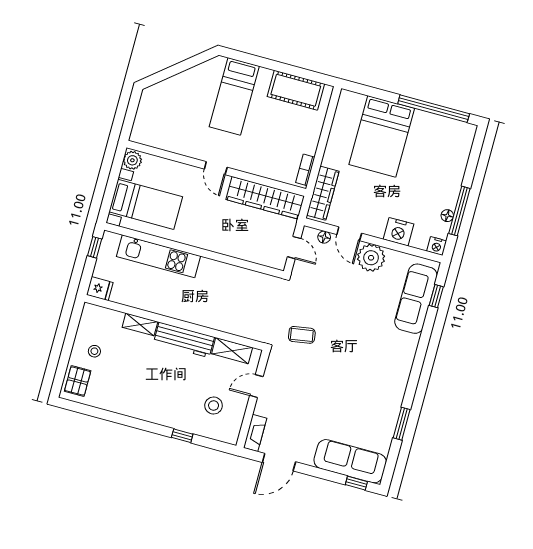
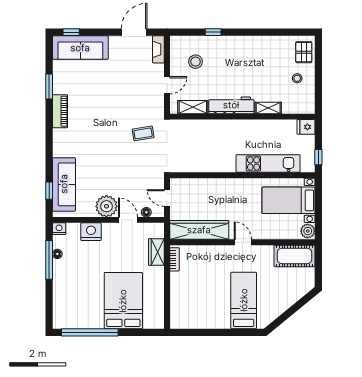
cot: (296, 90) -> (294, 256), moved
wardrobe: (323, 193) -> (156, 252), width x0.67
piano: (396, 390) -> (60, 111), added

